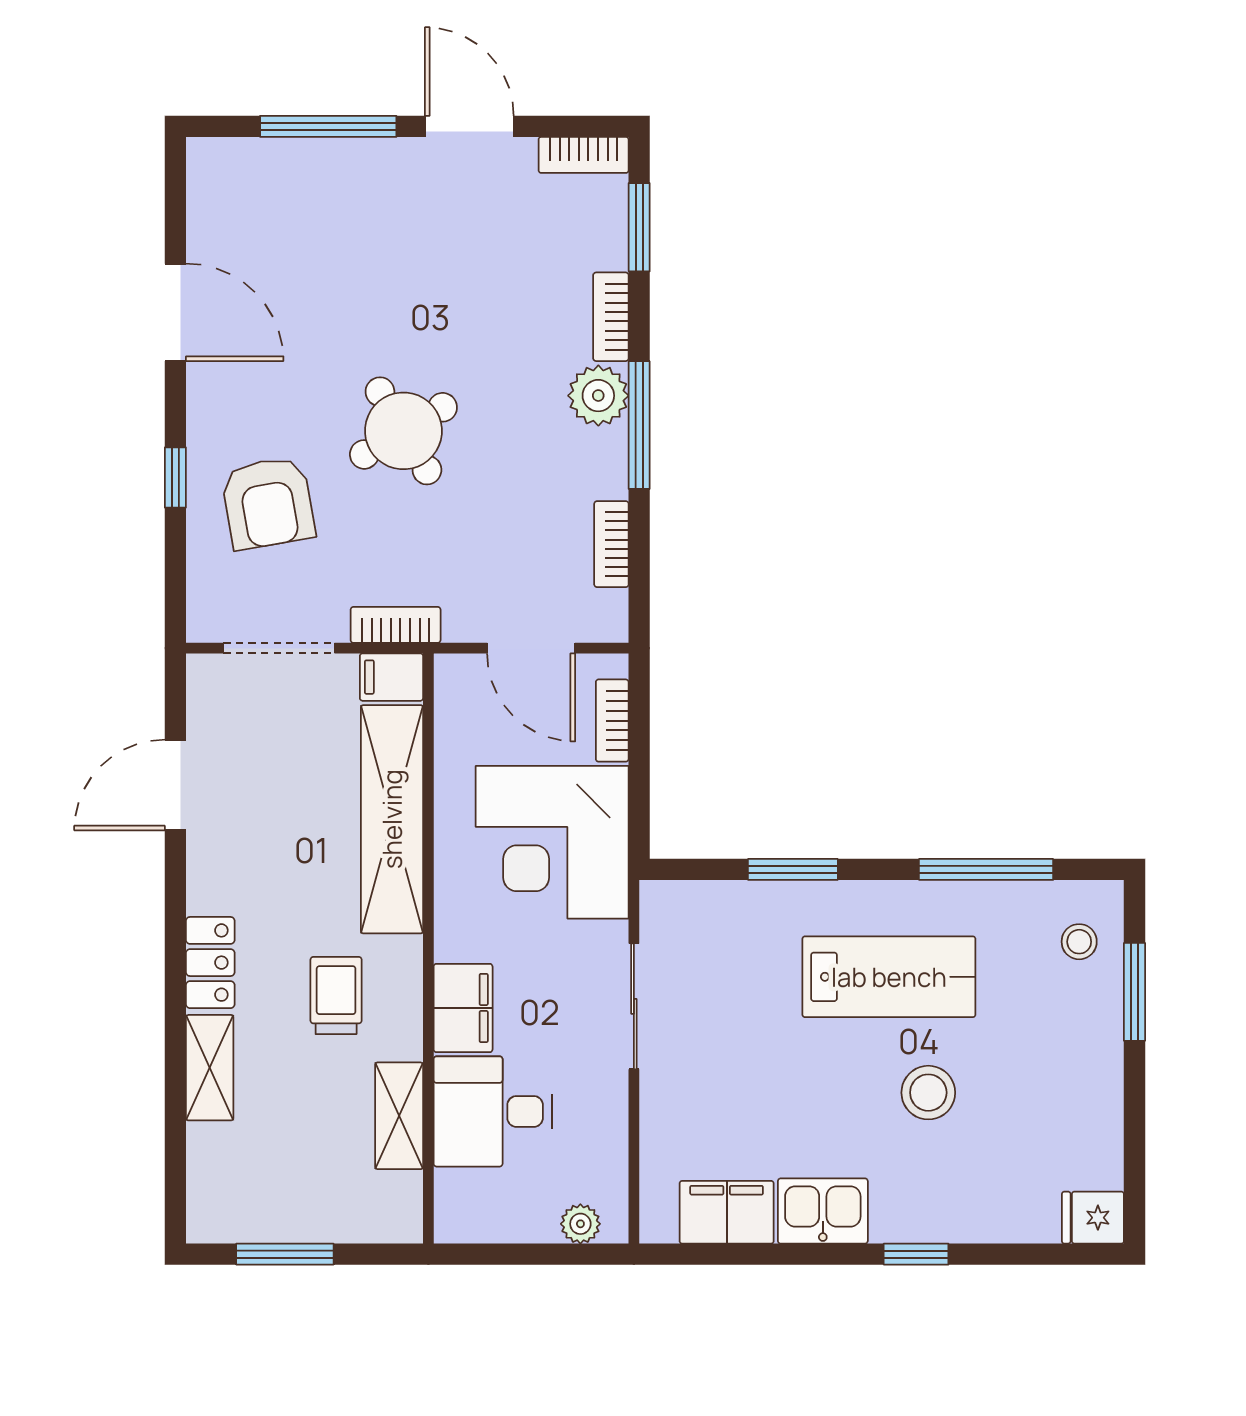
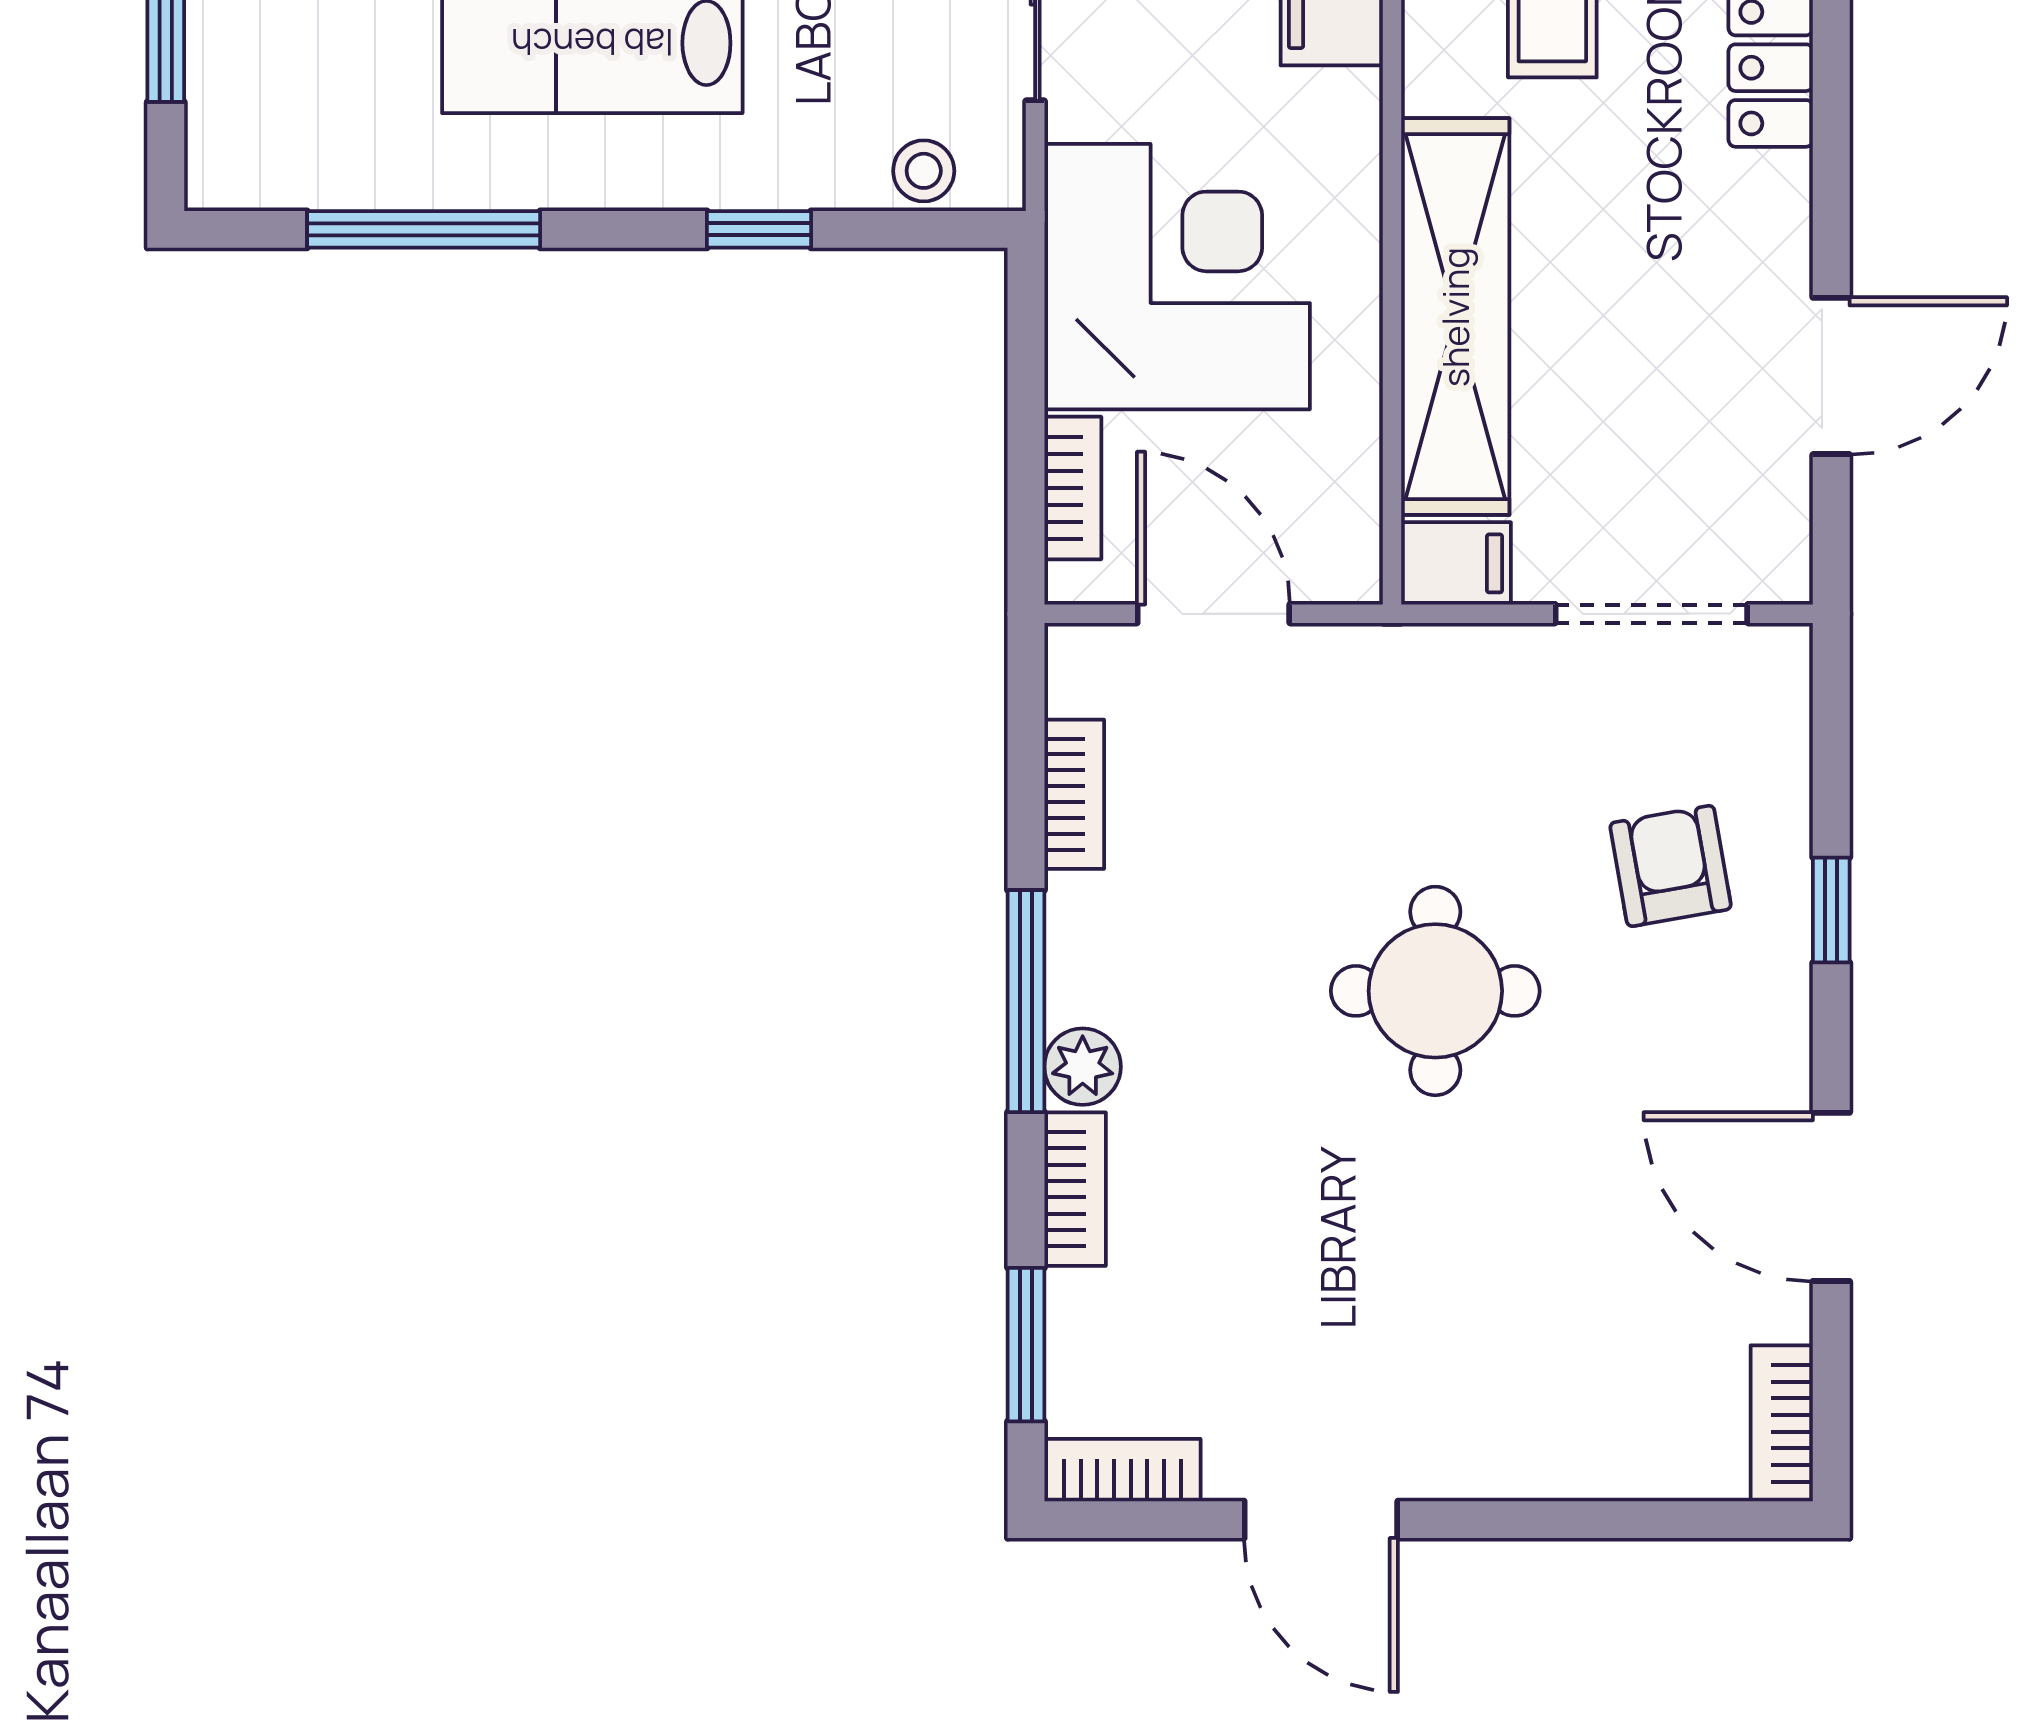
window: (328, 126) -> (1566, 1520), removed
plant: (598, 396) -> (1083, 1067), width x0.73, depth x0.73
round table: (403, 431) -> (1435, 991), turned 31
armchair: (268, 503) -> (1671, 866), width x0.72, depth x0.72
bookcase: (396, 625) -> (1782, 1423), moved, turned 90
window: (793, 869) -> (759, 229), width x0.67
stool: (1079, 942) -> (924, 171), moved

